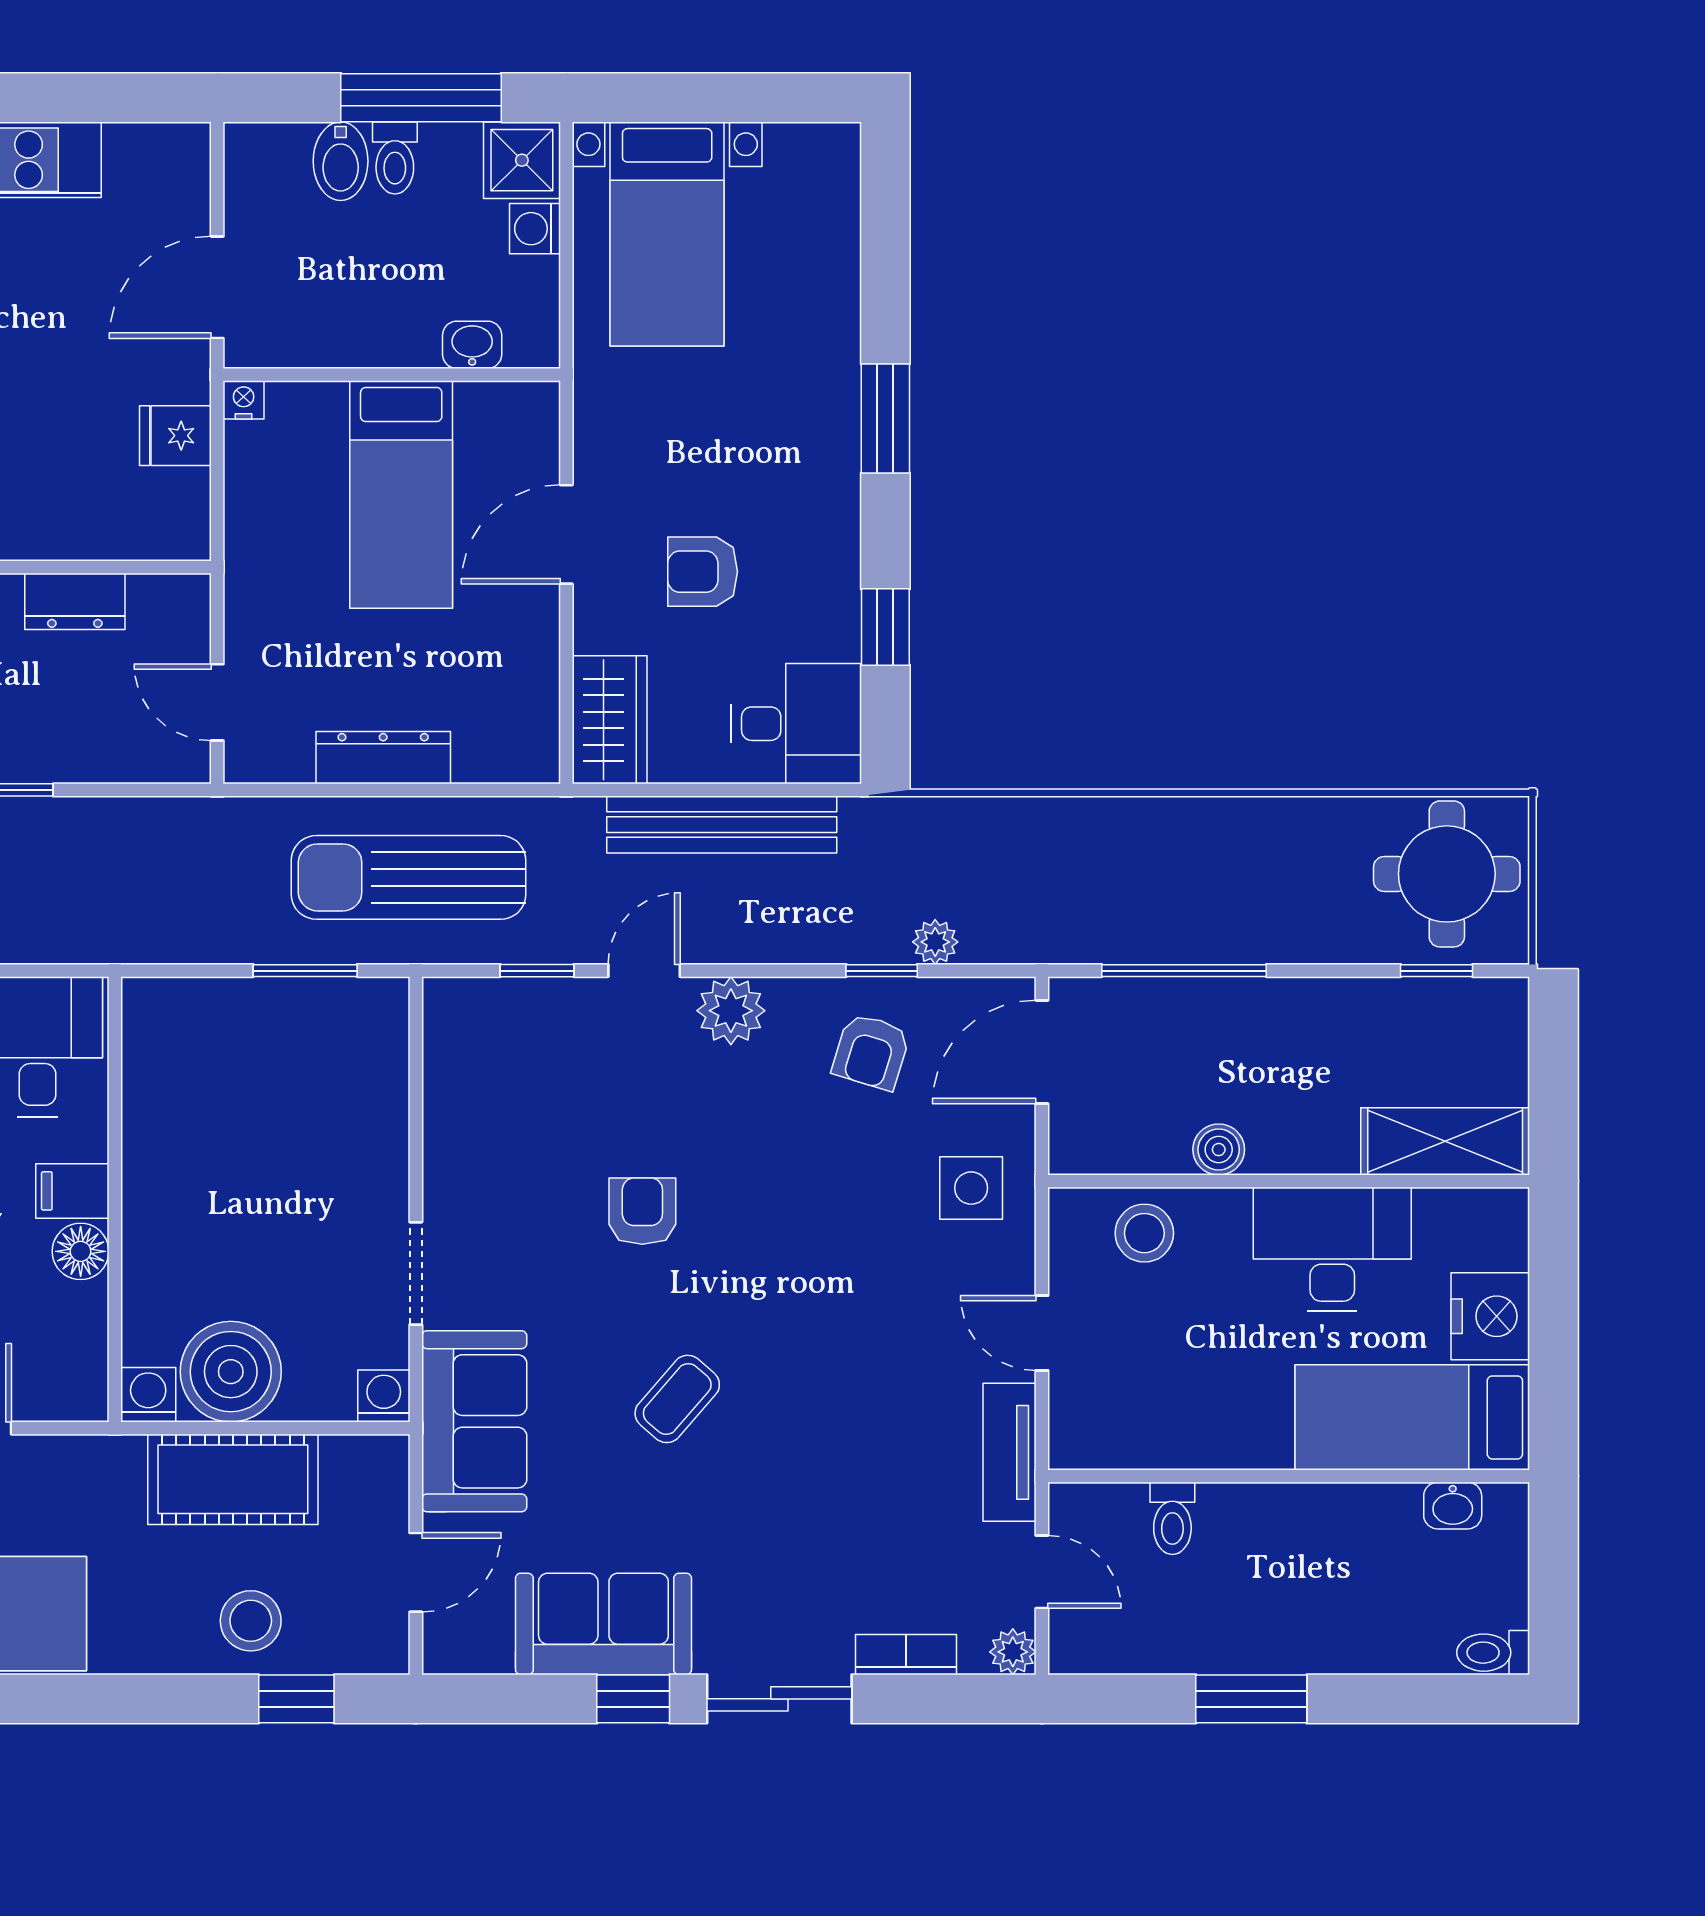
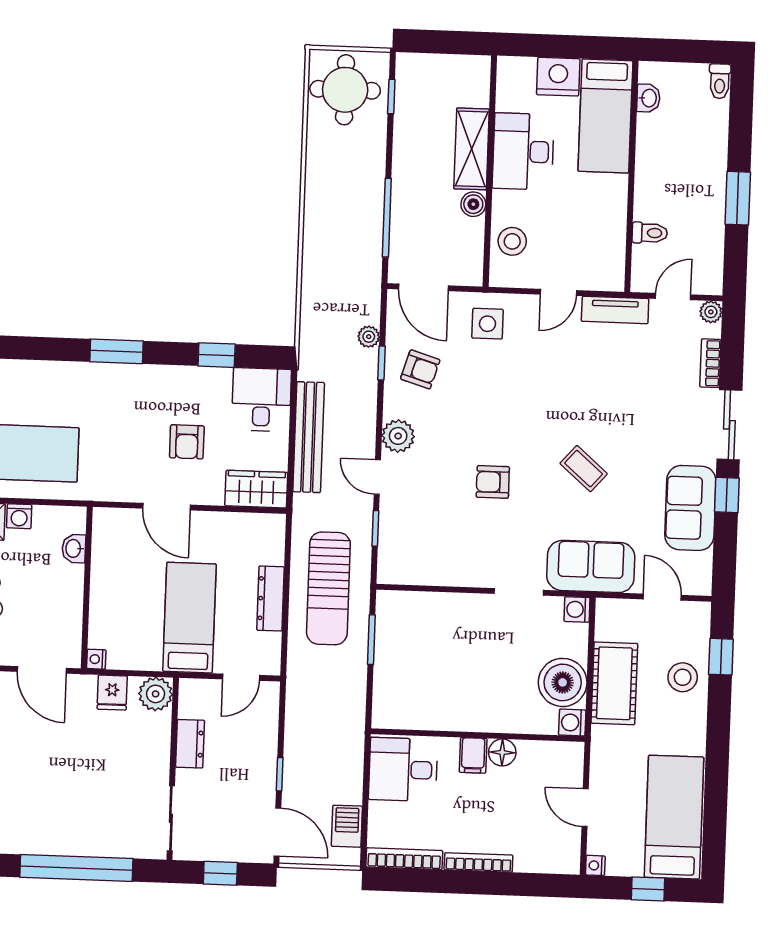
bed: (401, 494) -> (190, 618), moved, turned -90
plant: (176, 526) -> (156, 694), added
shelving: (1445, 1141) -> (472, 149), moved

